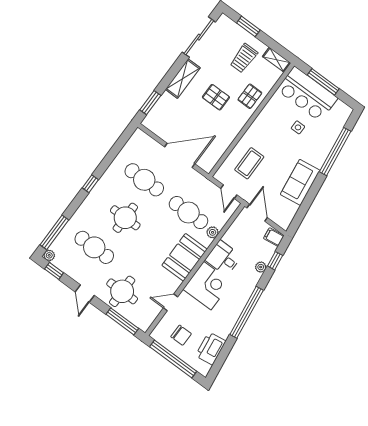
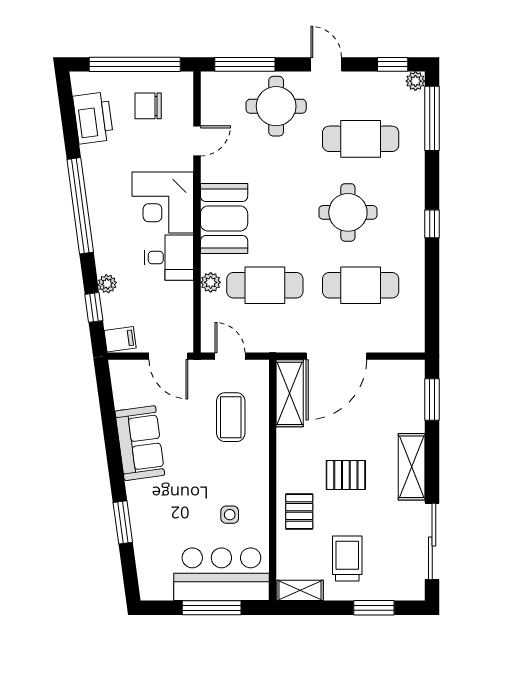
side table: (298, 127) -> (230, 515), moved
window: (335, 152) -> (123, 522), width x0.47
shelving: (214, 154) -> (290, 393), added

